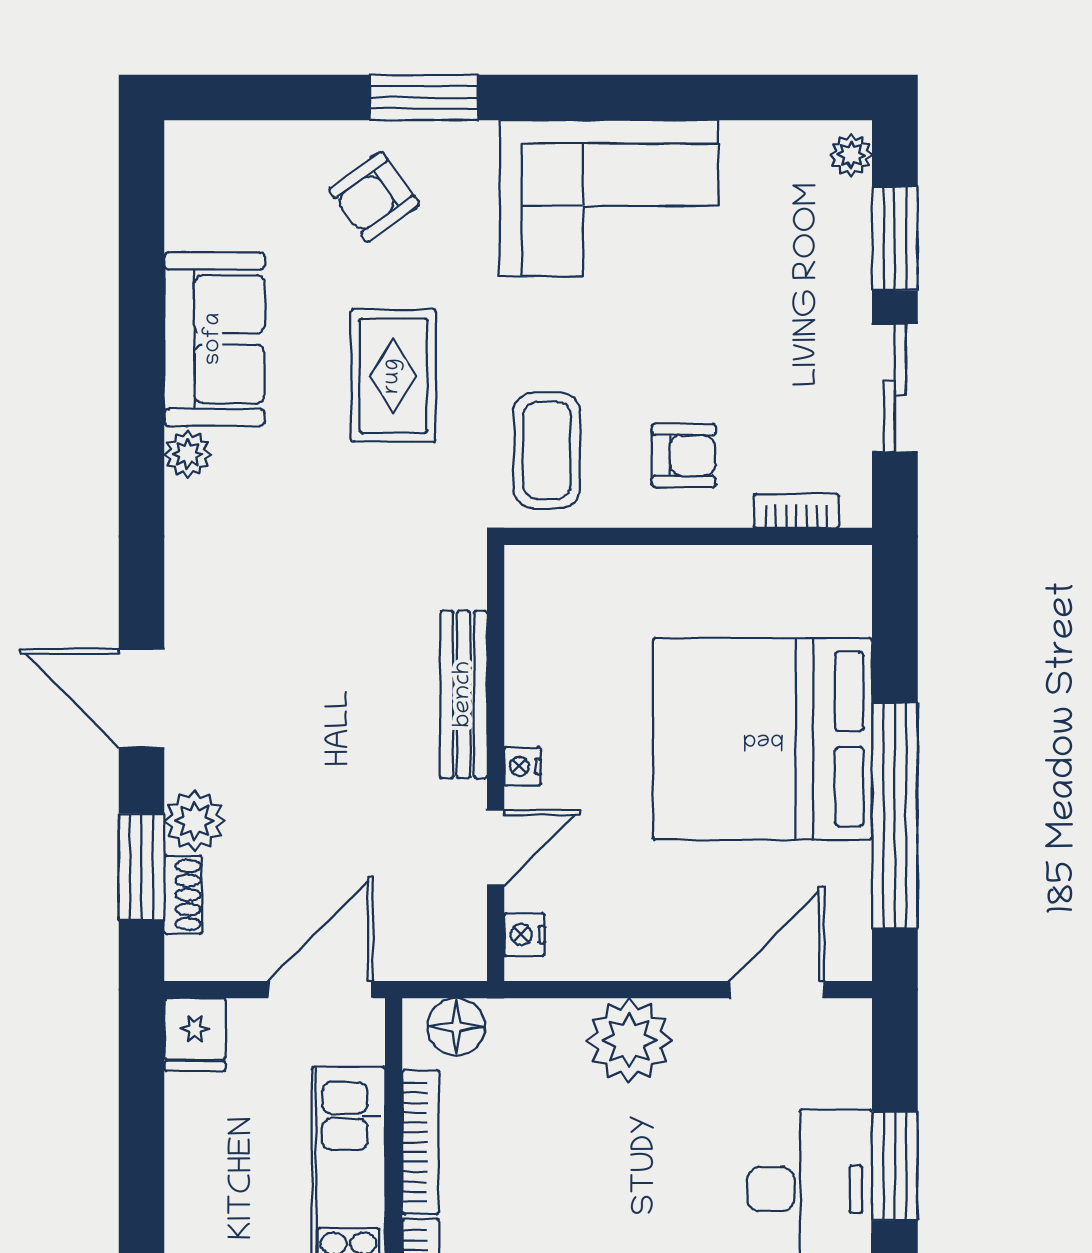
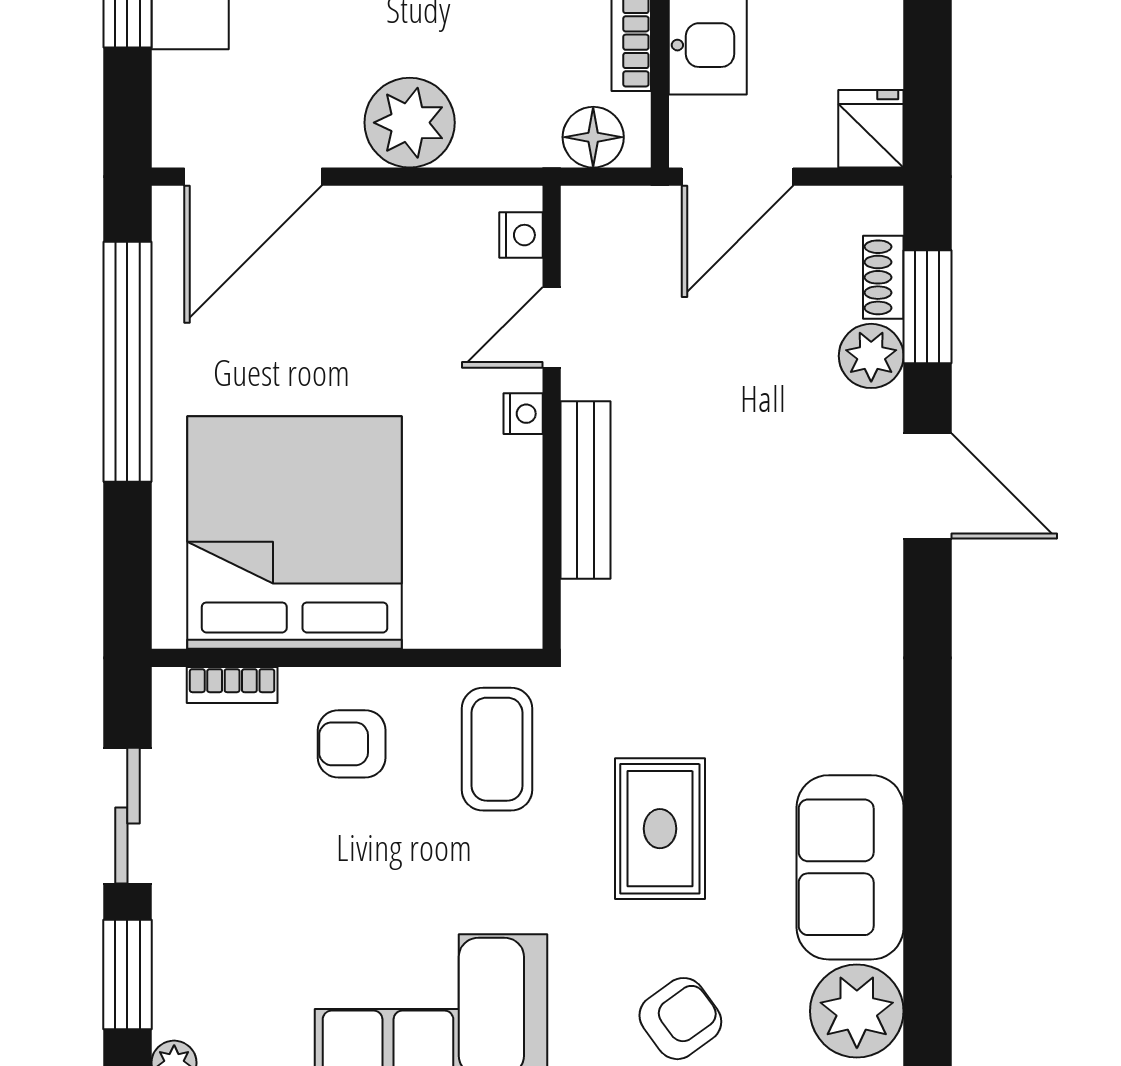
plant: (188, 454) -> (857, 1011), moved, width x1.87, depth x1.87
bed: (763, 739) -> (295, 532), moved, turned -90
door: (777, 990) -> (253, 177), width x1.36

